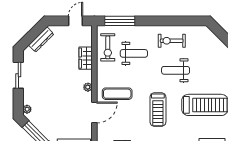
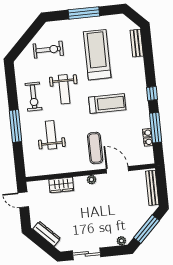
window: (120, 21) -> (16, 126), moved
exercise bike: (108, 47) -> (48, 50), moved

